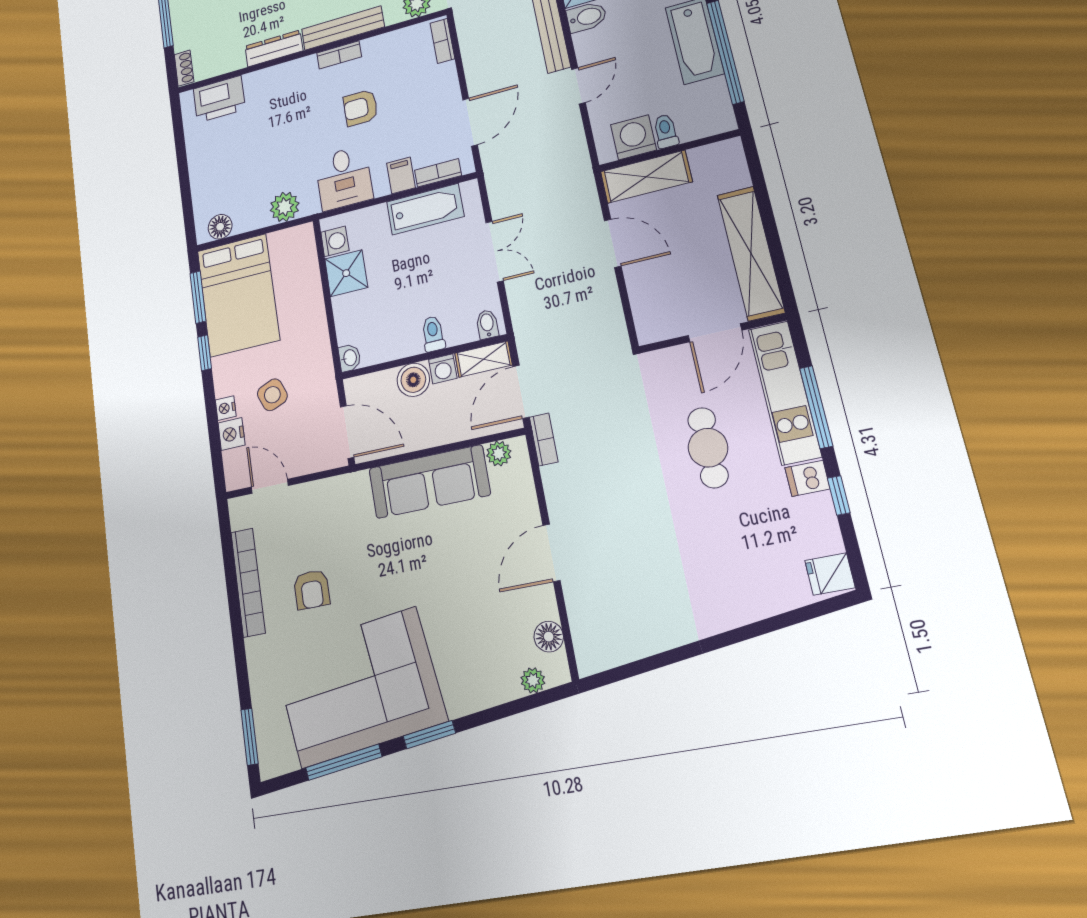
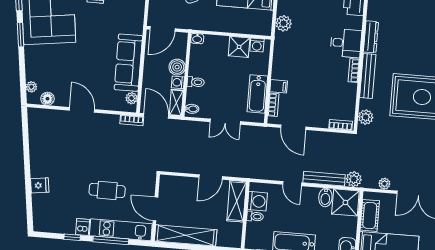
armchair: (361, 108) -> (321, 75), removed
desk: (344, 178) -> (346, 43), moved, turned 180
fridge: (830, 574) -> (40, 185), moved, turned 82

